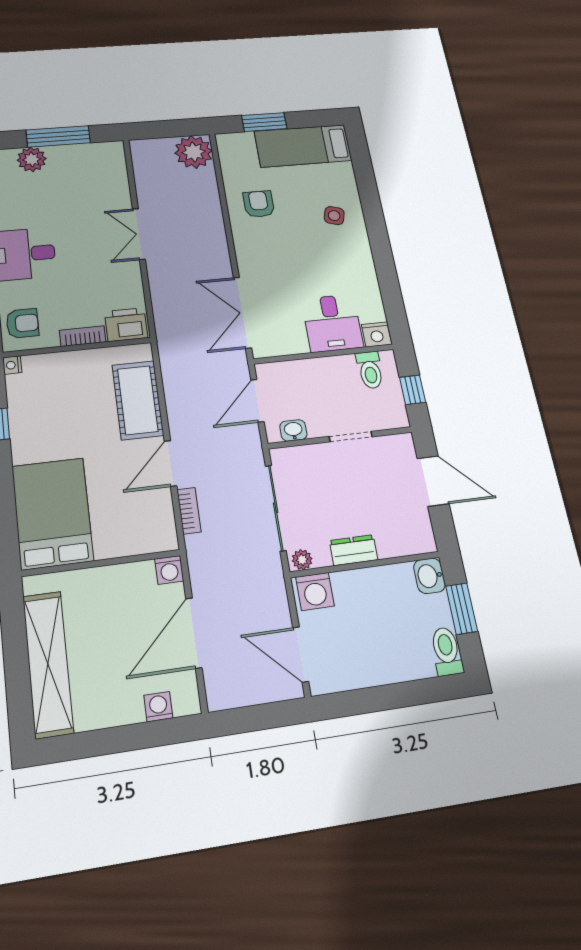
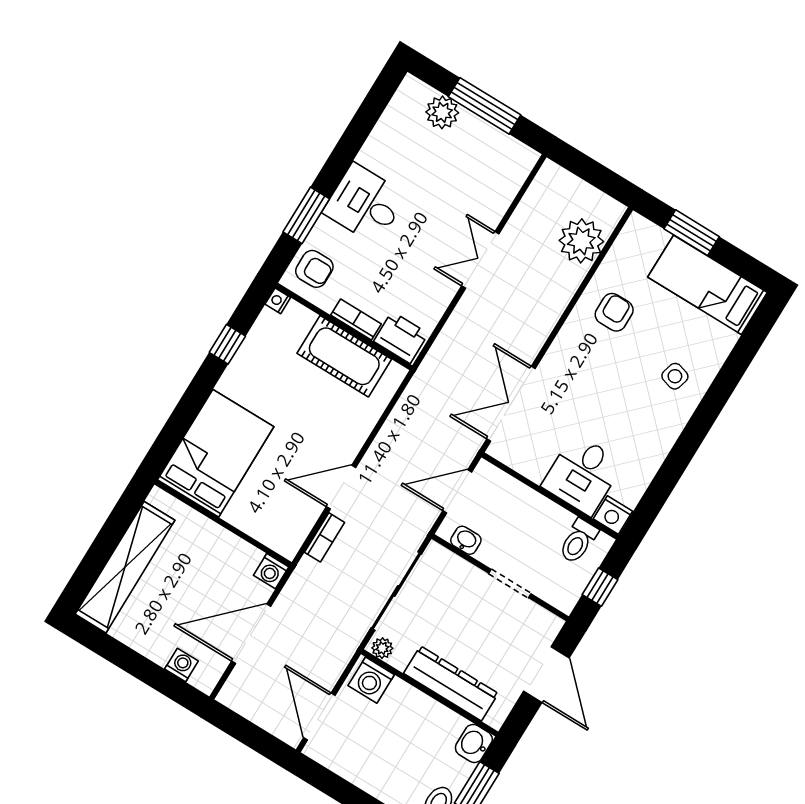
plant: (194, 152) -> (581, 241), moved
cot: (138, 400) -> (344, 356), moved, turned 90
dresser: (354, 550) -> (451, 683), width x1.96, depth x1.24

